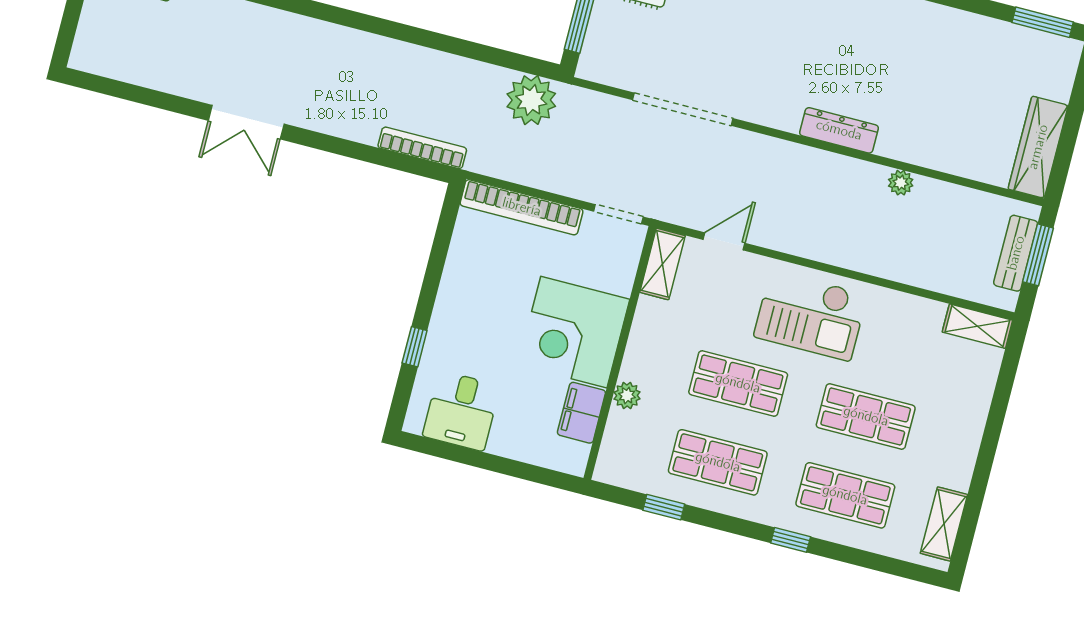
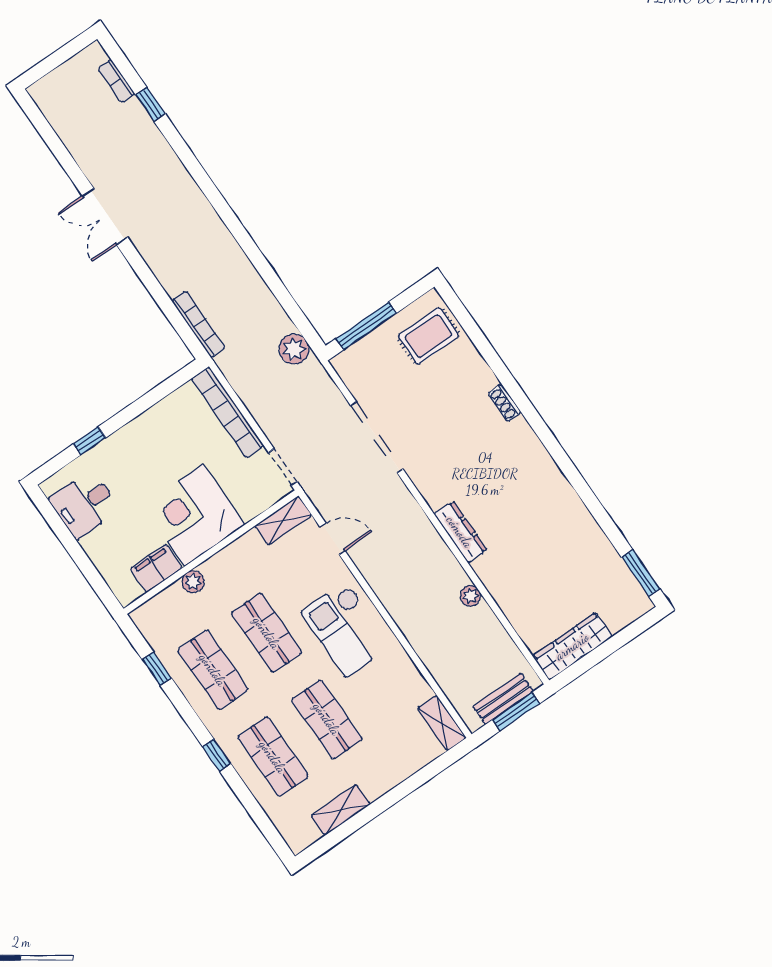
plant: (531, 100) -> (294, 349), width x0.73, depth x0.73
shelving: (944, 524) -> (341, 810), moved

